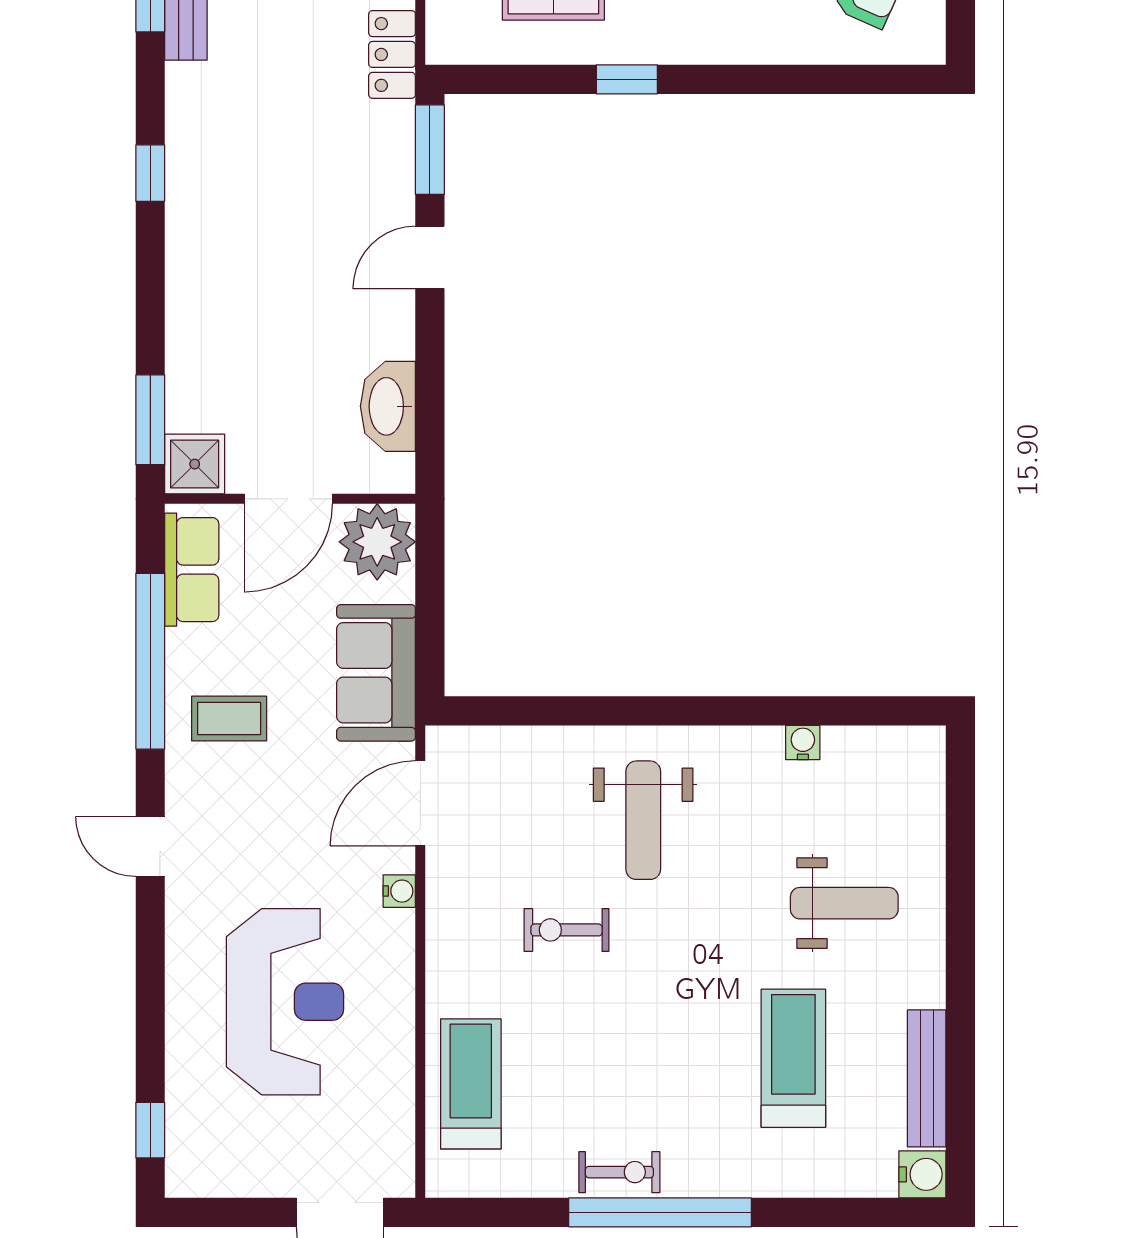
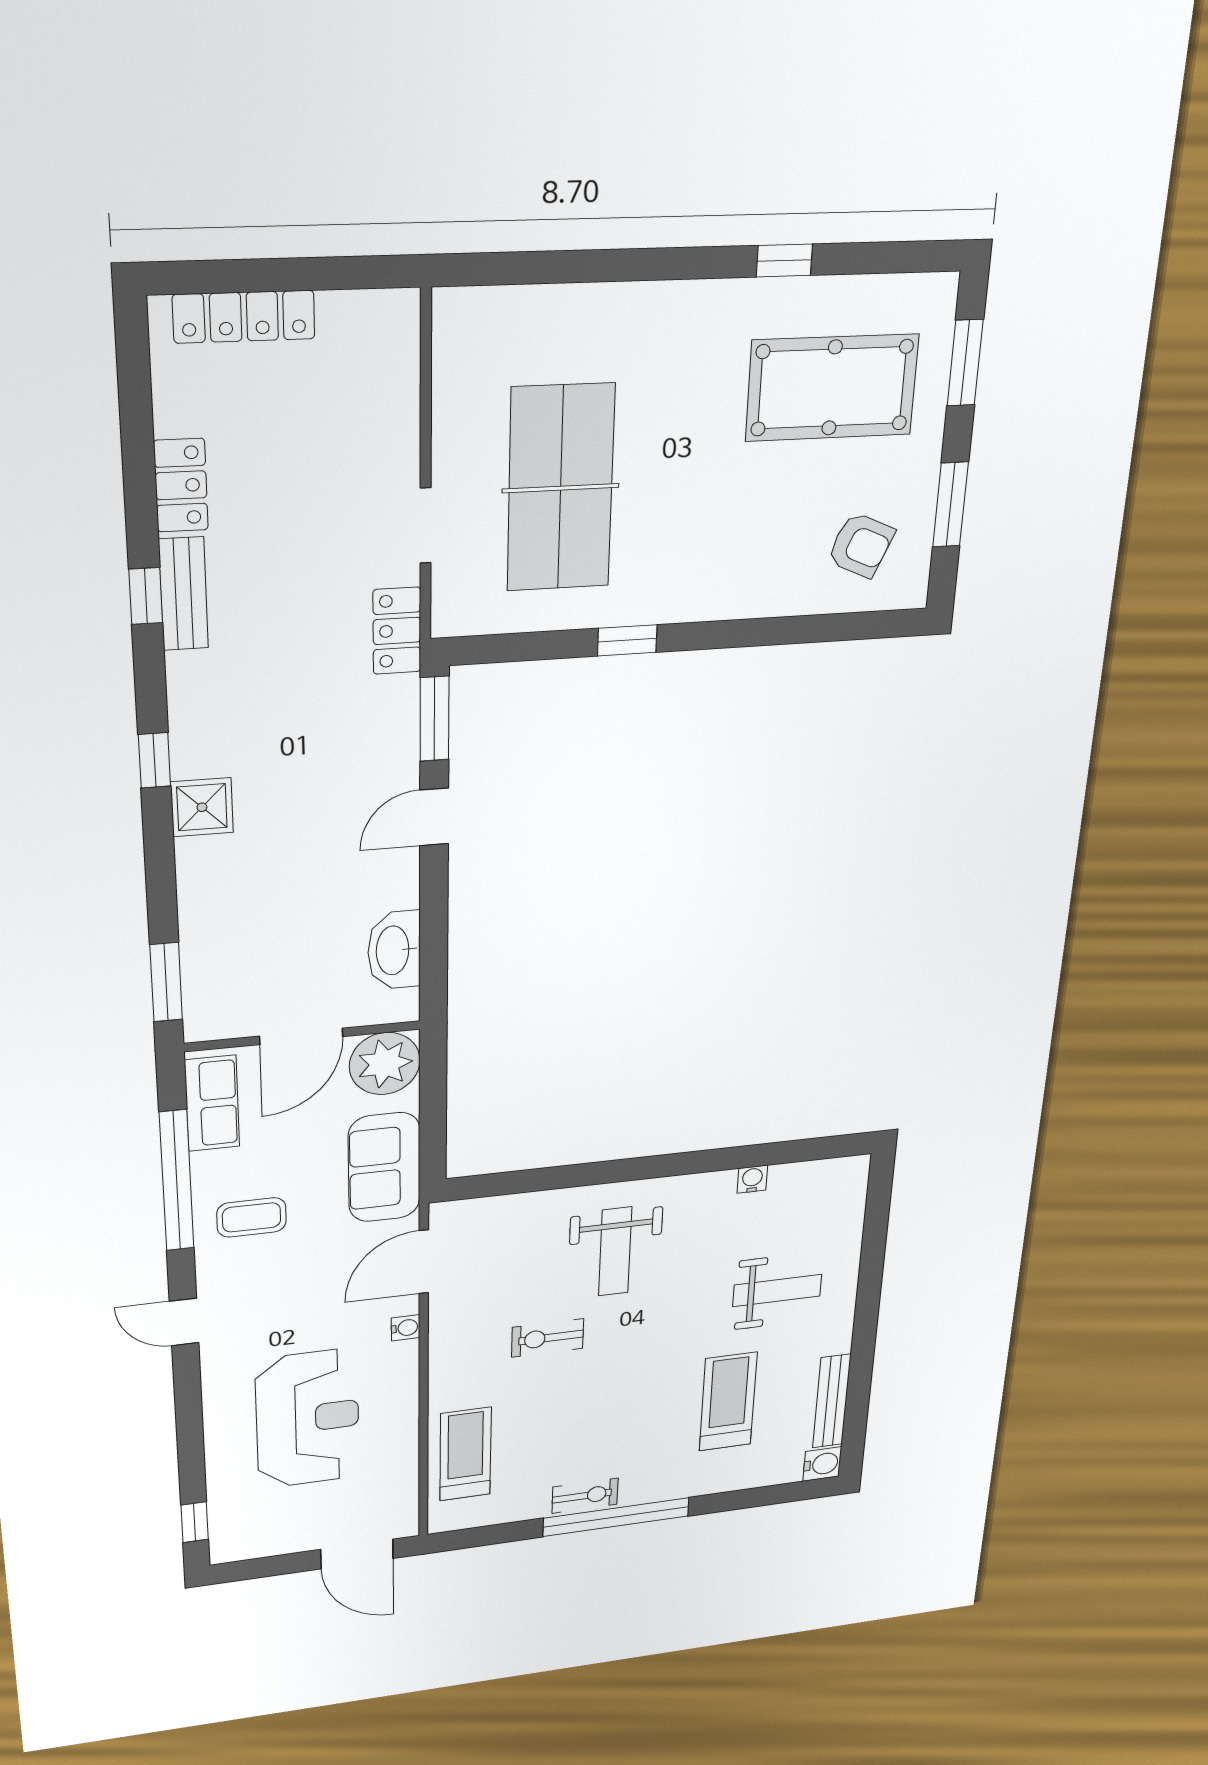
shower: (195, 464) -> (202, 807), moved

